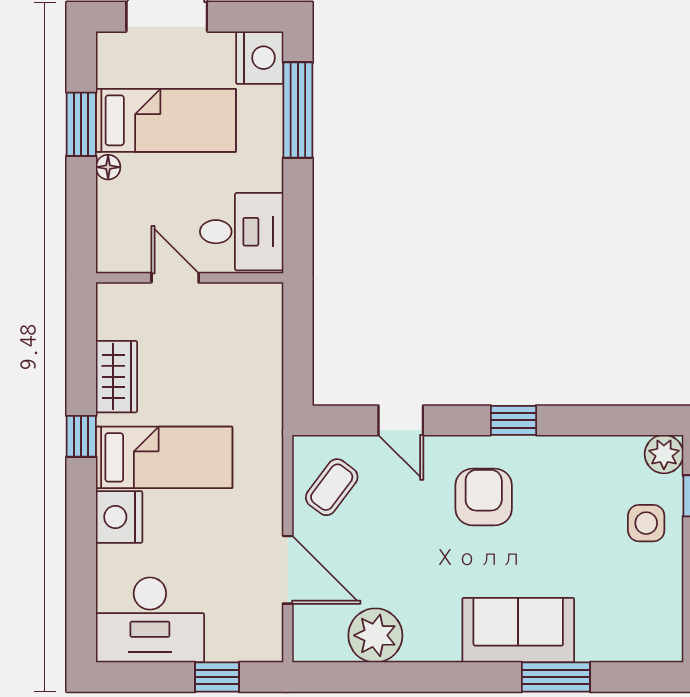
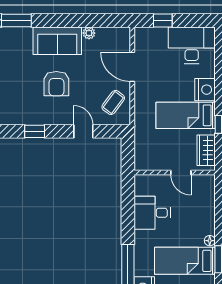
door: (175, 278) -> (181, 172), moved
wall: (190, 278) -> (175, 172), moved
armchair: (484, 497) -> (56, 84), moved
sofa: (518, 630) -> (57, 41), moved
plant: (375, 635) -> (89, 33), width x0.53, depth x0.53

